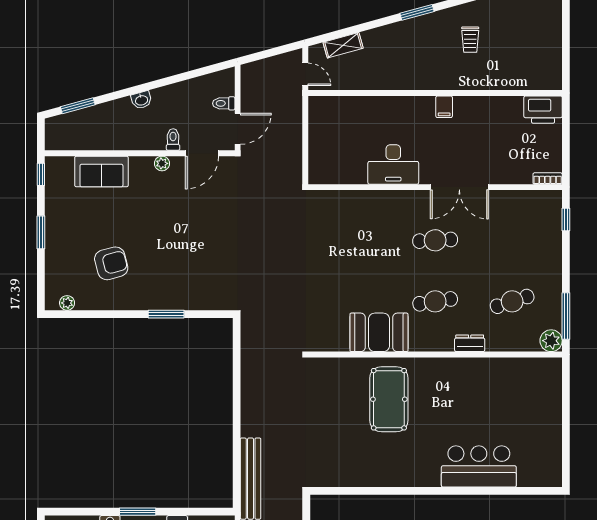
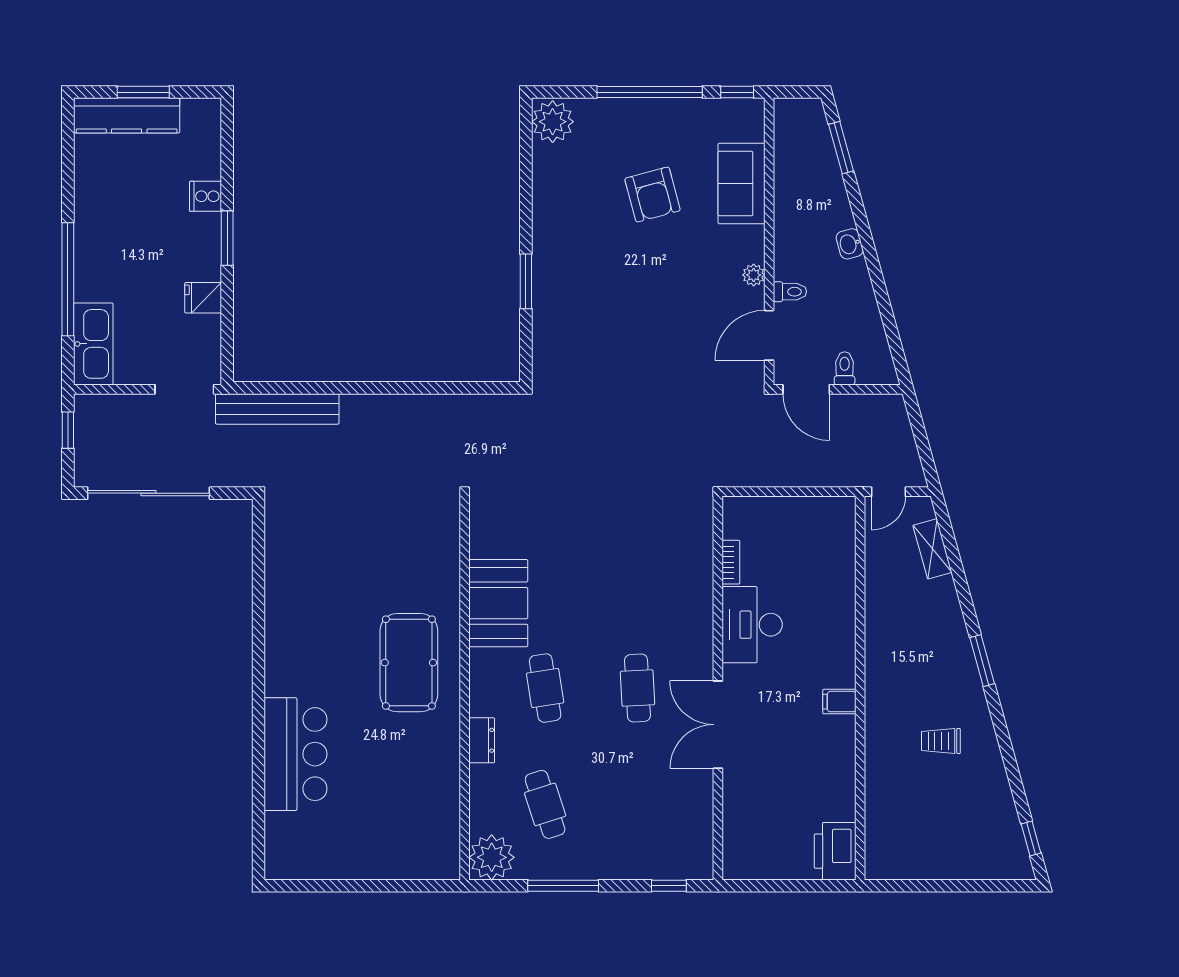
door: (202, 153) -> (769, 335), hinge flipped
bookcase: (548, 178) -> (731, 562), moved
window: (41, 232) -> (650, 92), width x2.11
armchair: (111, 263) -> (652, 195), moved
plant: (67, 303) -> (553, 122), width x1.87, depth x1.87
window: (566, 316) -> (563, 886), moved
plant: (551, 341) -> (492, 857), width x1.36, depth x1.36
pool table: (389, 399) -> (409, 663), moved, turned 90

